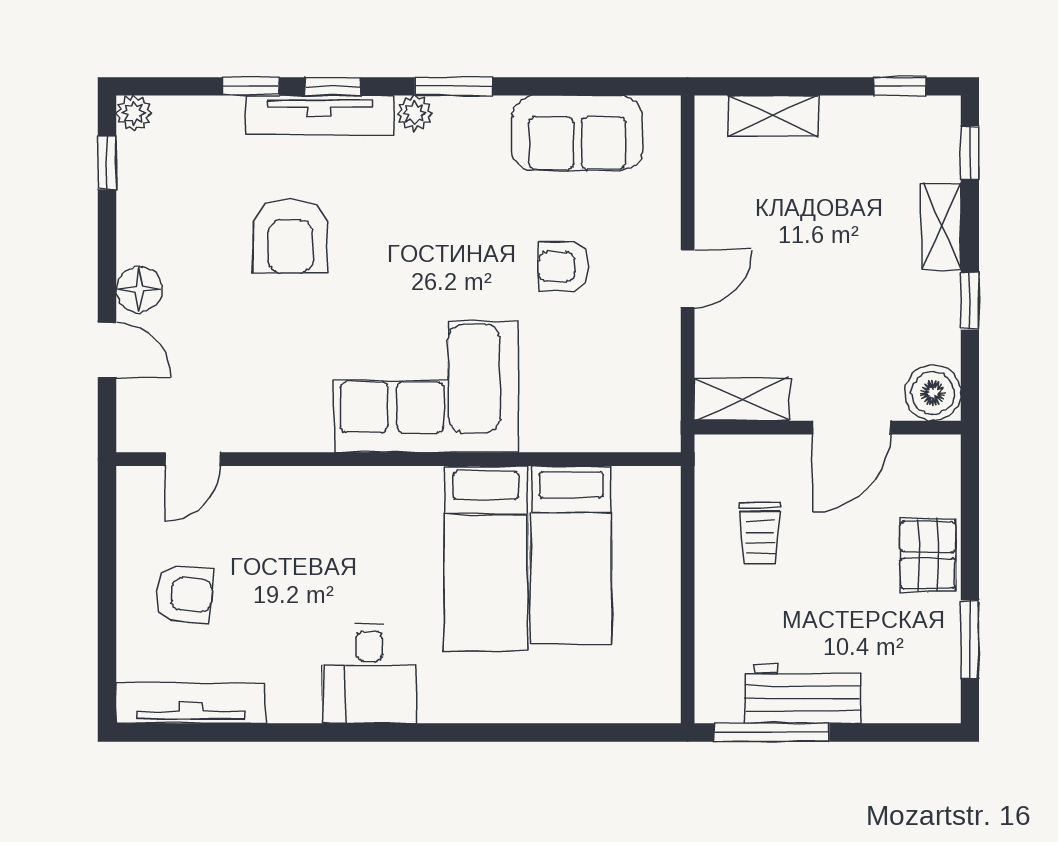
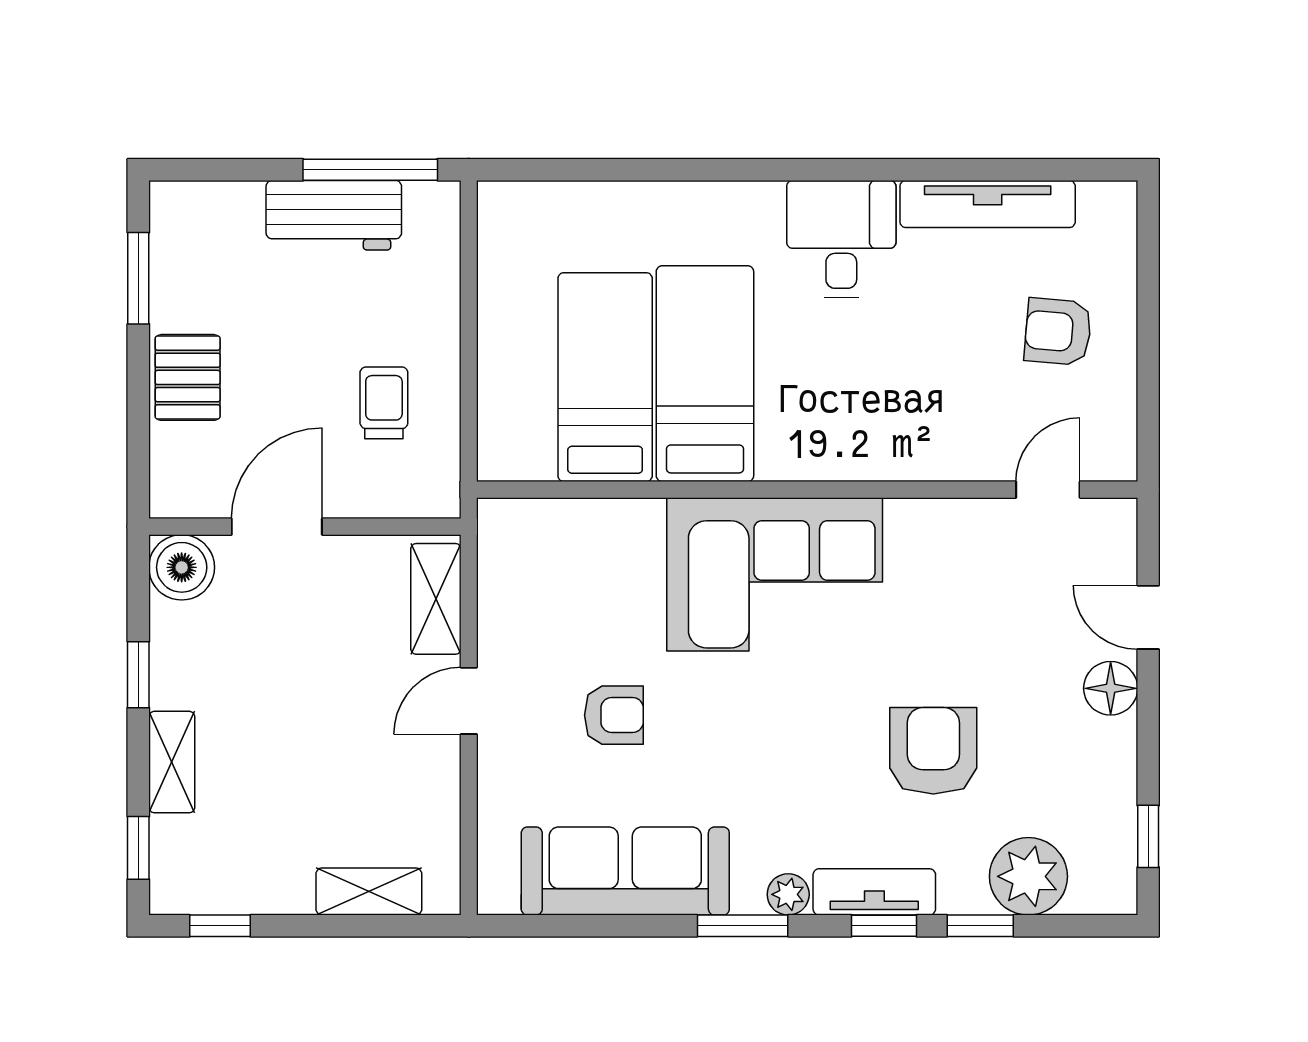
plant: (134, 113) -> (1028, 876), moved, width x1.88, depth x1.88
tv unit: (320, 115) -> (874, 892), width x0.71
sofa: (577, 133) -> (625, 871), width x1.36
shelving: (742, 399) -> (436, 599), moved, turned 90
tv unit: (191, 703) -> (988, 204), moved

